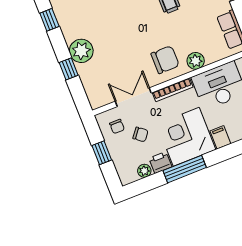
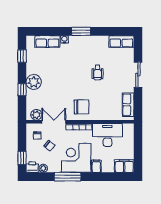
plant: (196, 61) -> (36, 115), moved
window: (102, 153) -> (22, 158), moved
printer: (160, 162) -> (32, 167), moved

